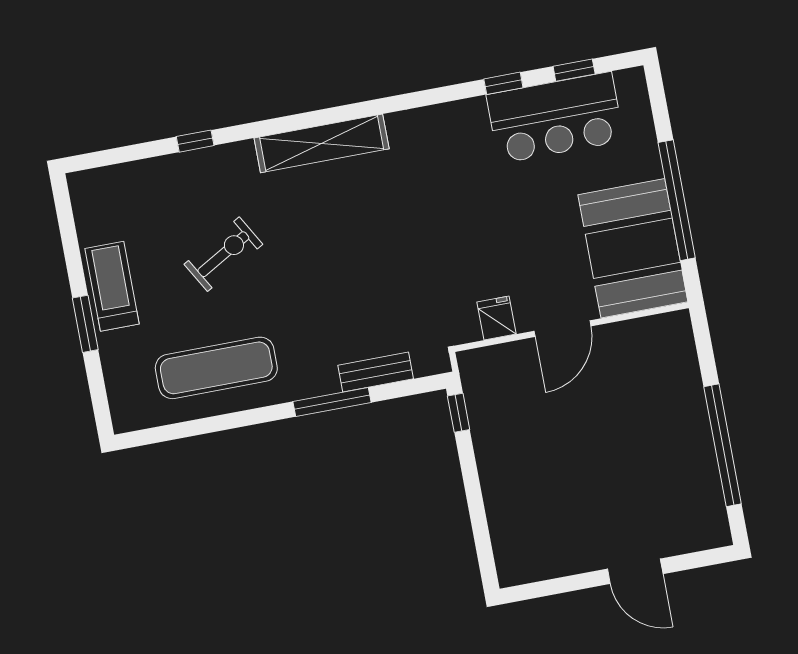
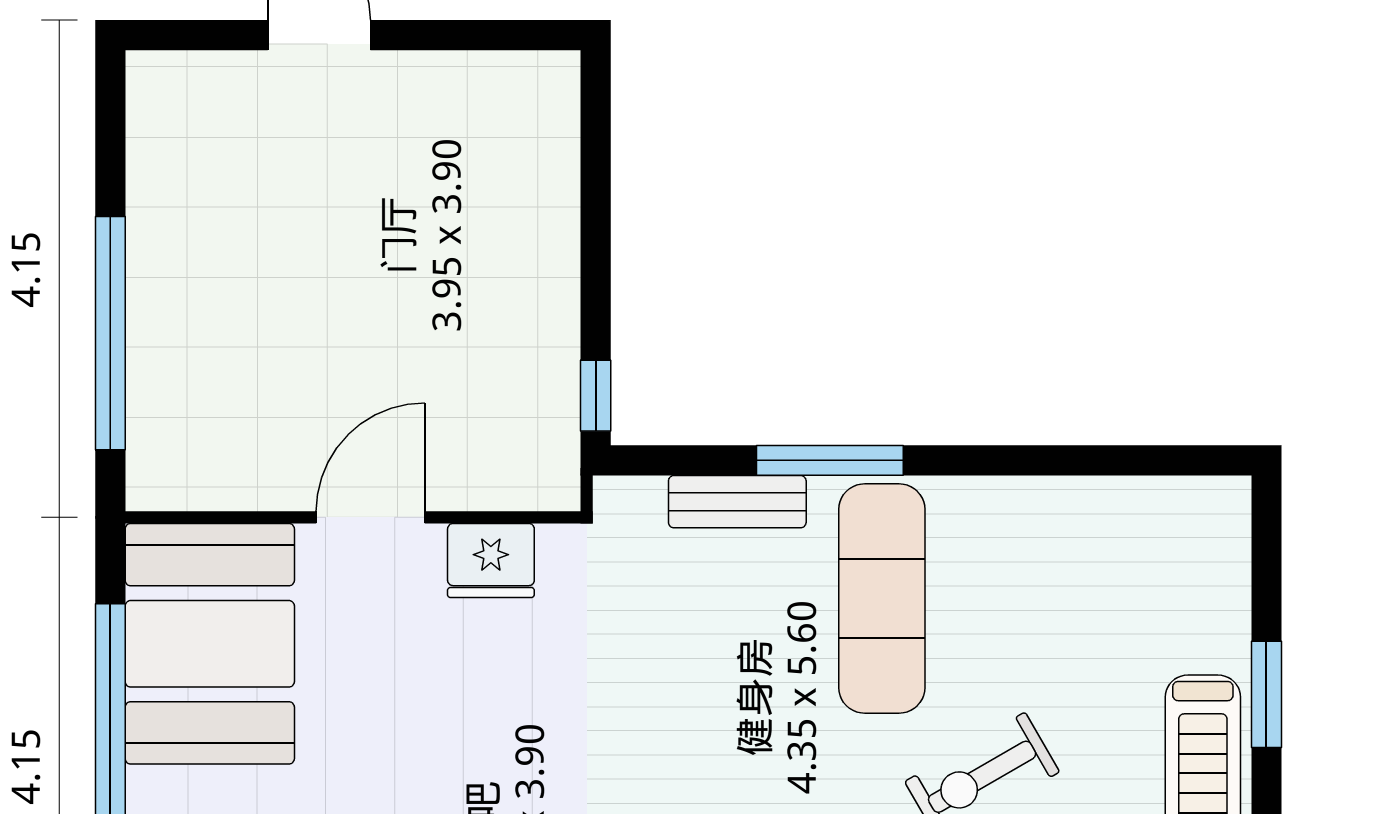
fridge: (496, 318) -> (491, 561), width x1.38
exercise mat: (216, 368) -> (882, 598), moved, turned 90
window: (723, 445) -> (110, 333), moved

